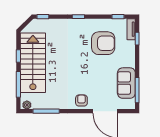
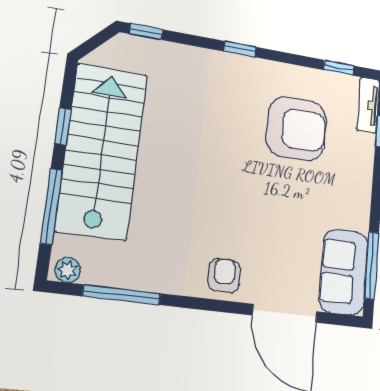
sofa: (126, 83) -> (344, 272), moved

